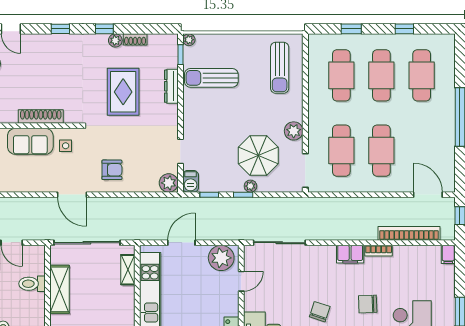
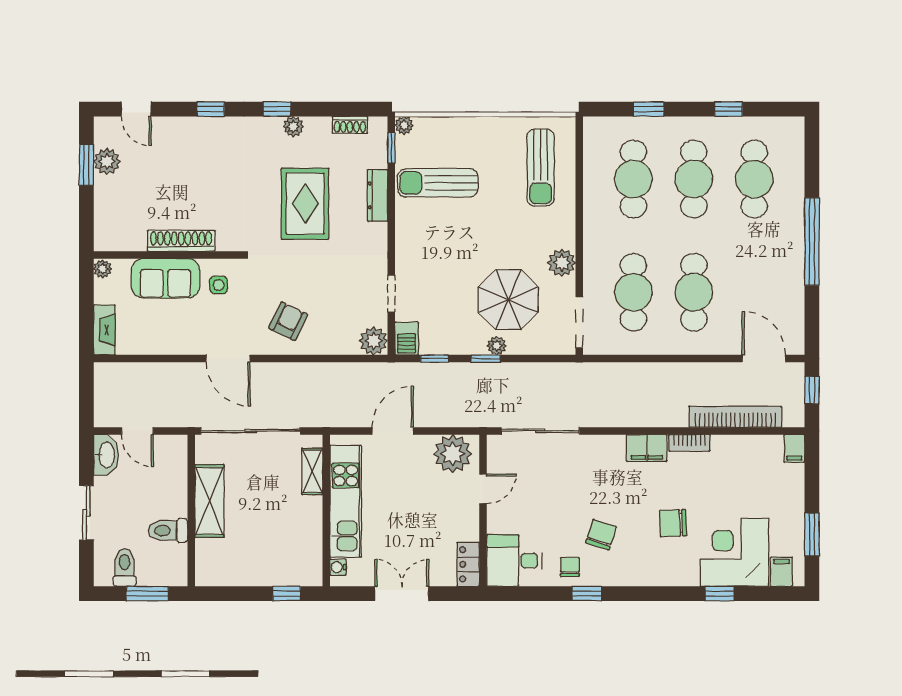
shoe rack: (135, 39) -> (350, 125), moved
armchair: (112, 170) -> (288, 321), turned -64
toilet: (32, 284) -> (168, 531), moved

